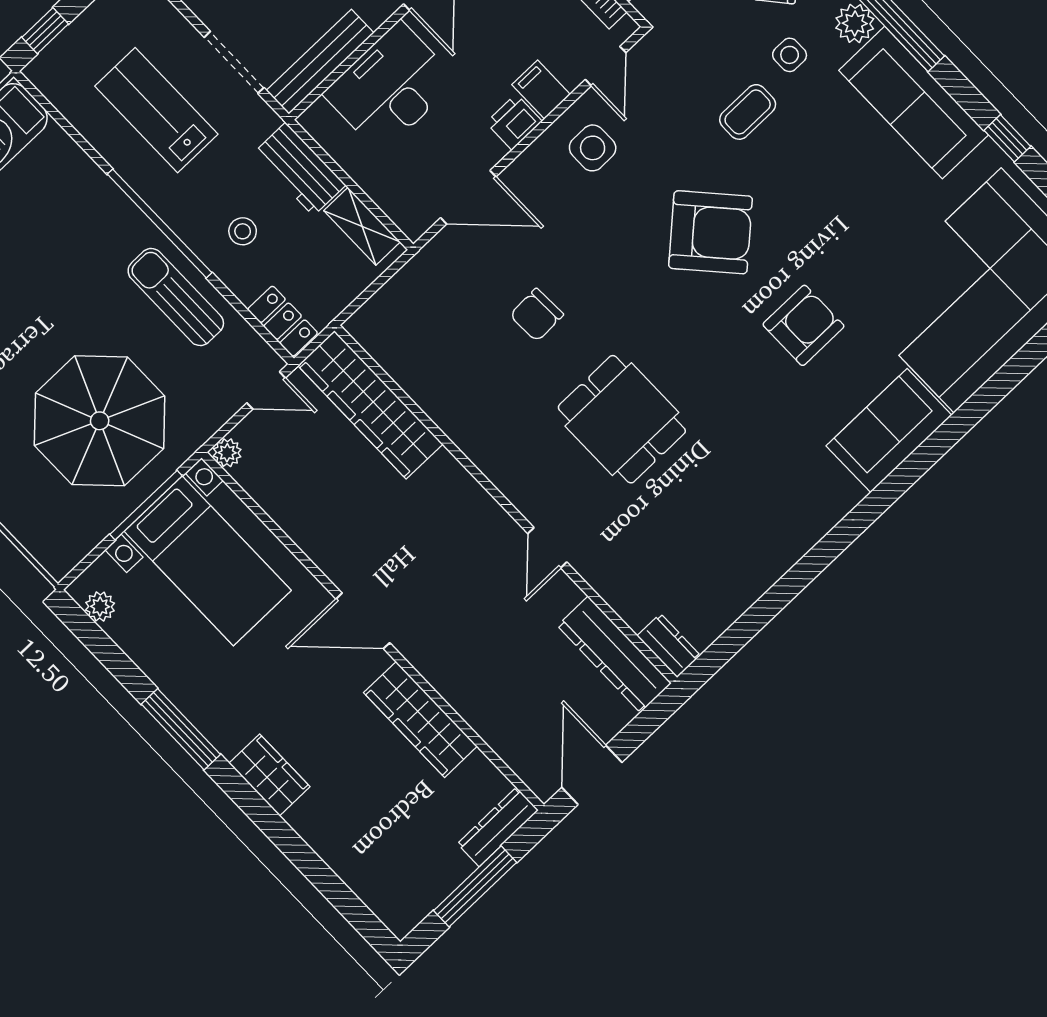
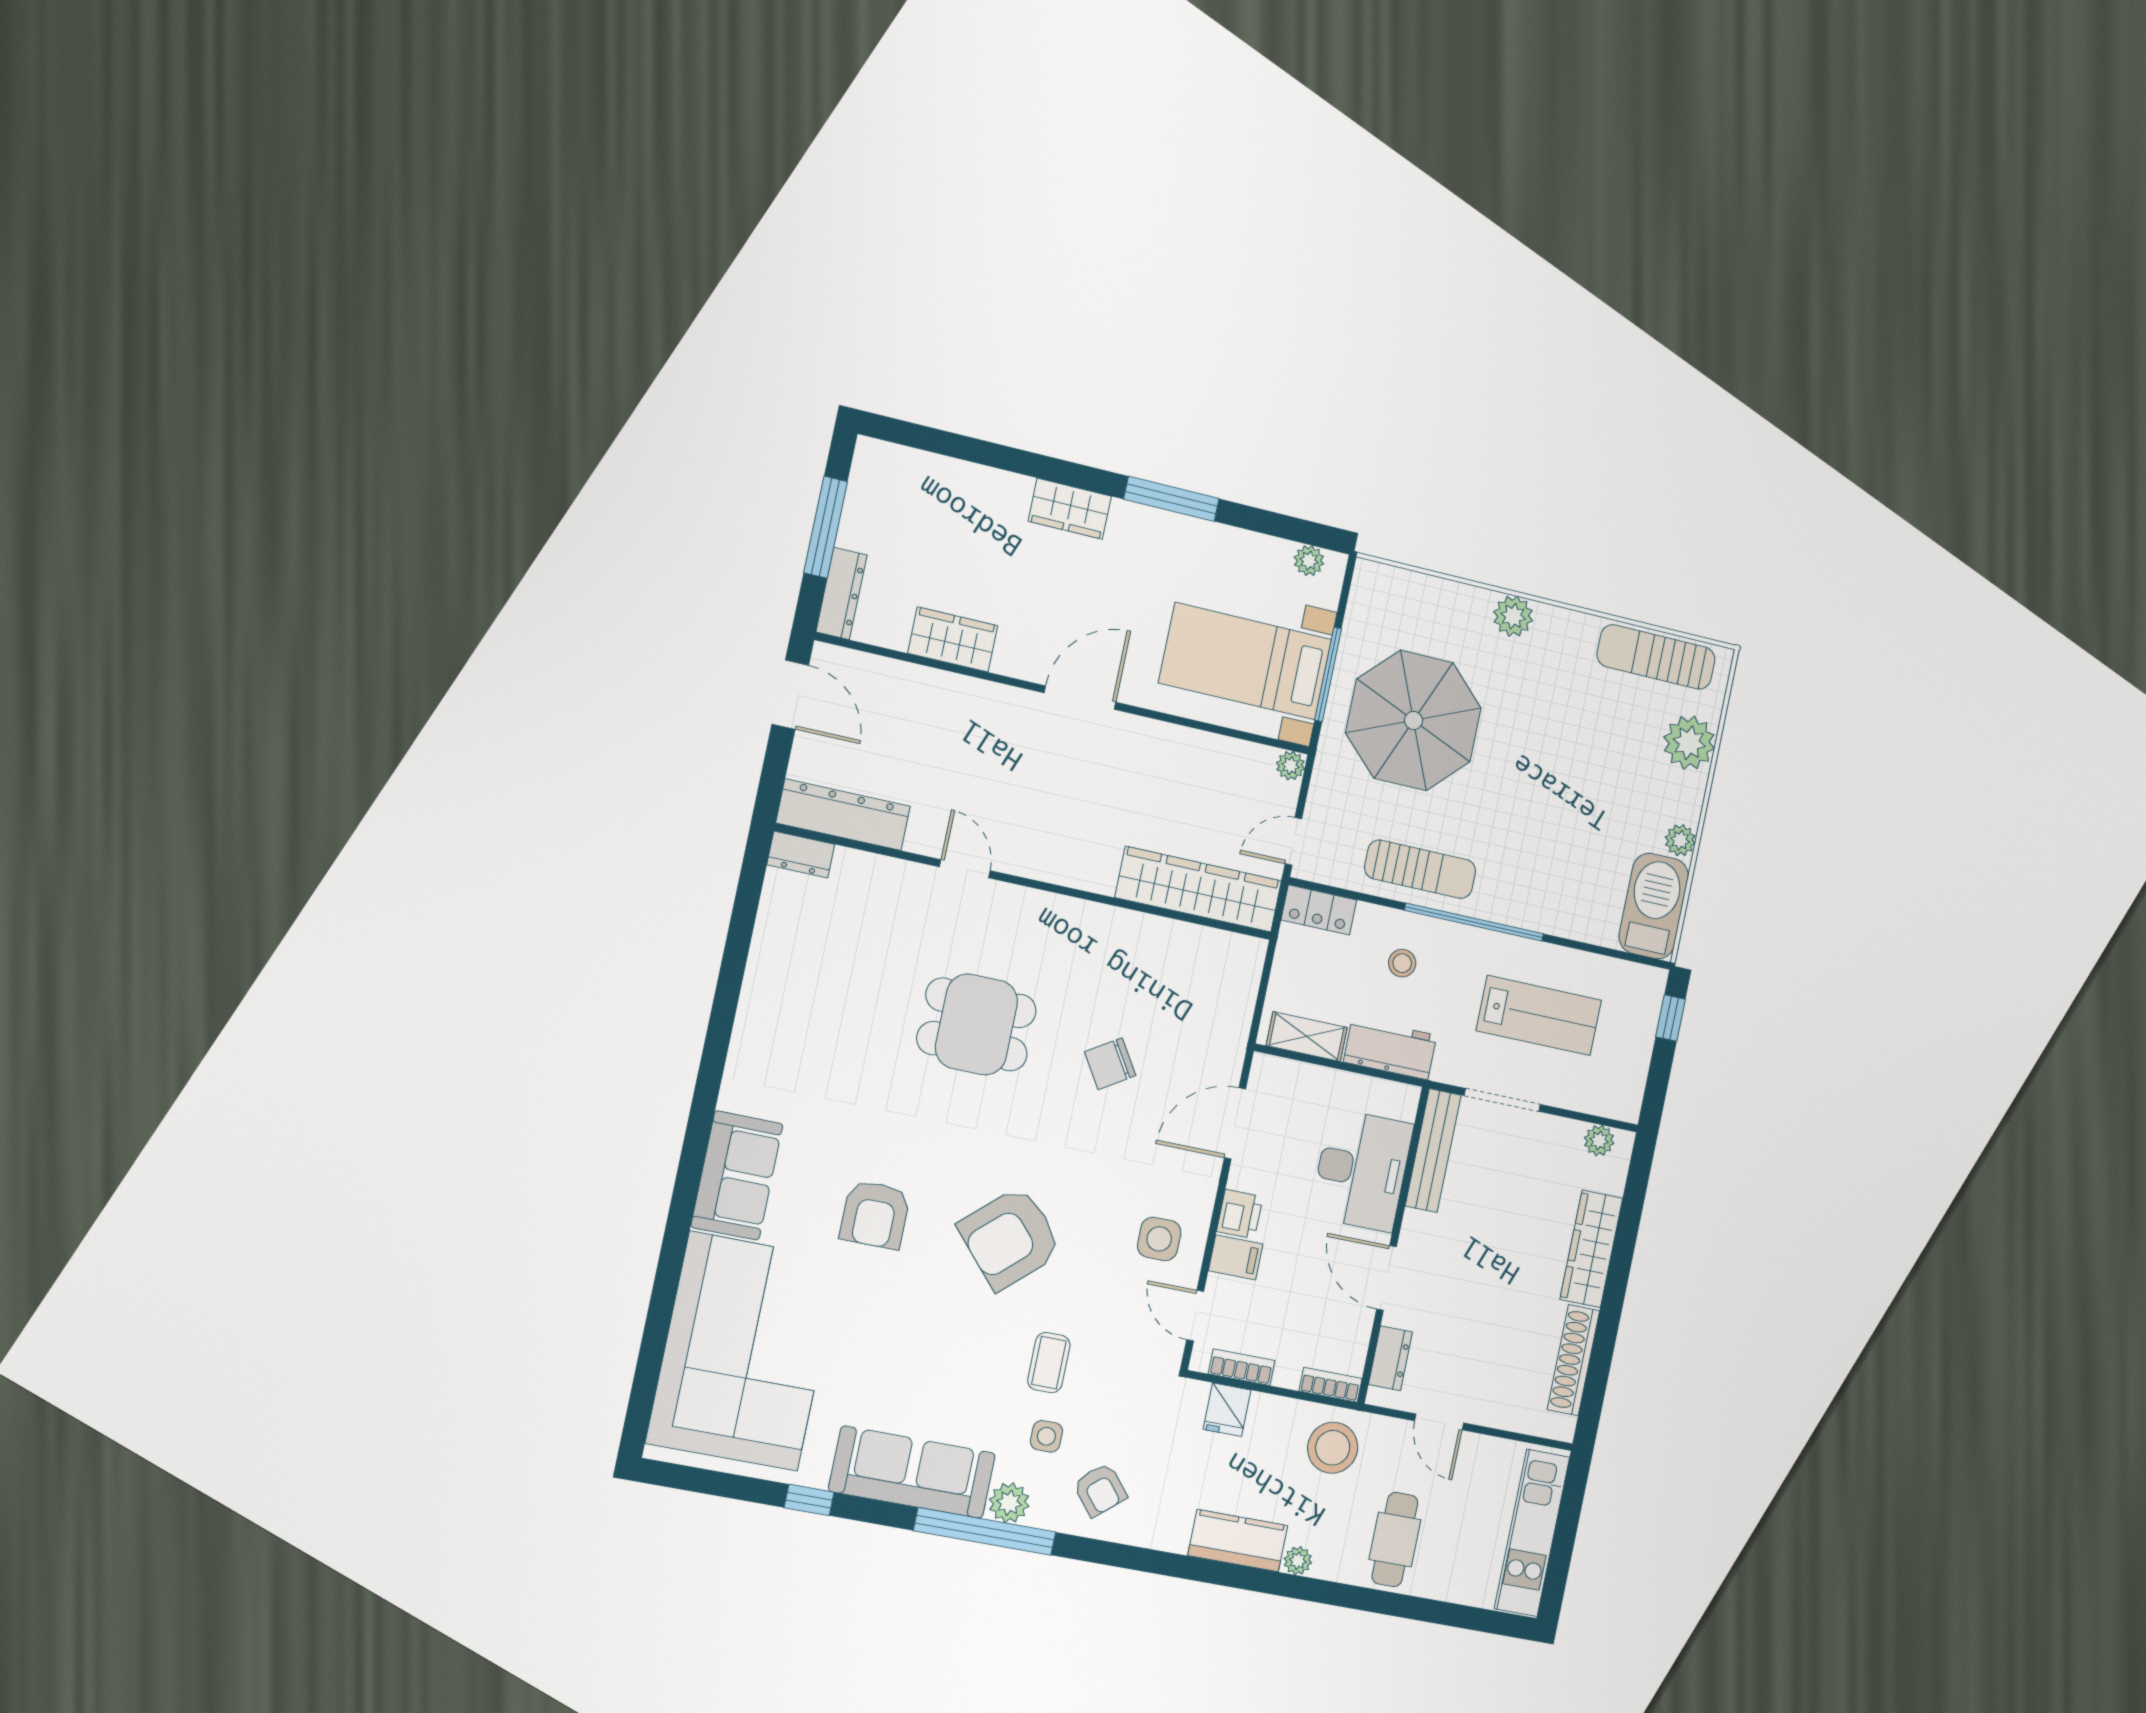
chair: (537, 315) -> (1110, 1064), turned -120
wardrobe: (420, 719) -> (953, 639), width x0.67

